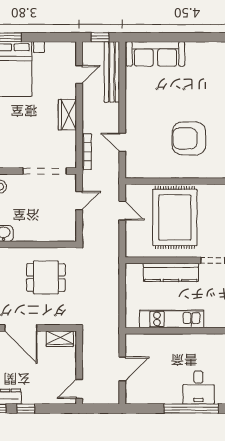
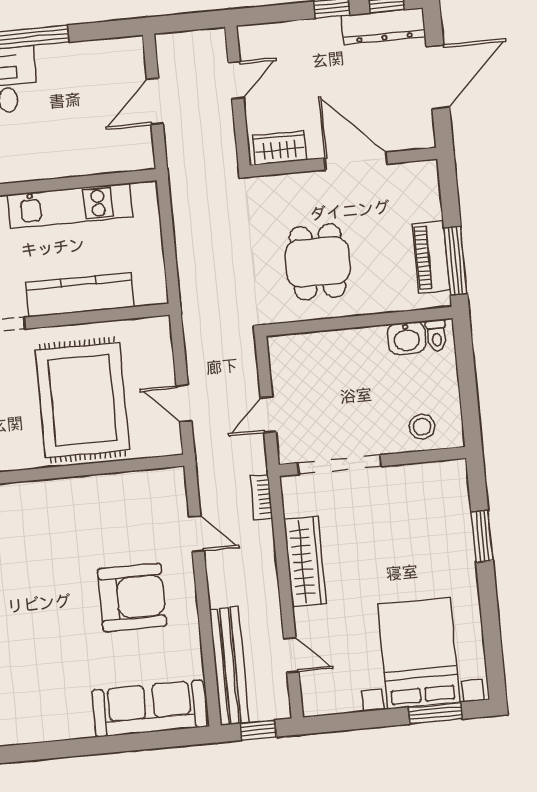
door: (79, 74) -> (291, 655), swing flipped
wardrobe: (67, 115) -> (305, 562), width x1.50
armchair: (189, 138) -> (132, 597), moved
bookcase: (87, 152) -> (262, 497), width x0.64
dining table: (46, 277) -> (318, 262), turned 90
door: (79, 389) -> (236, 80), moved

